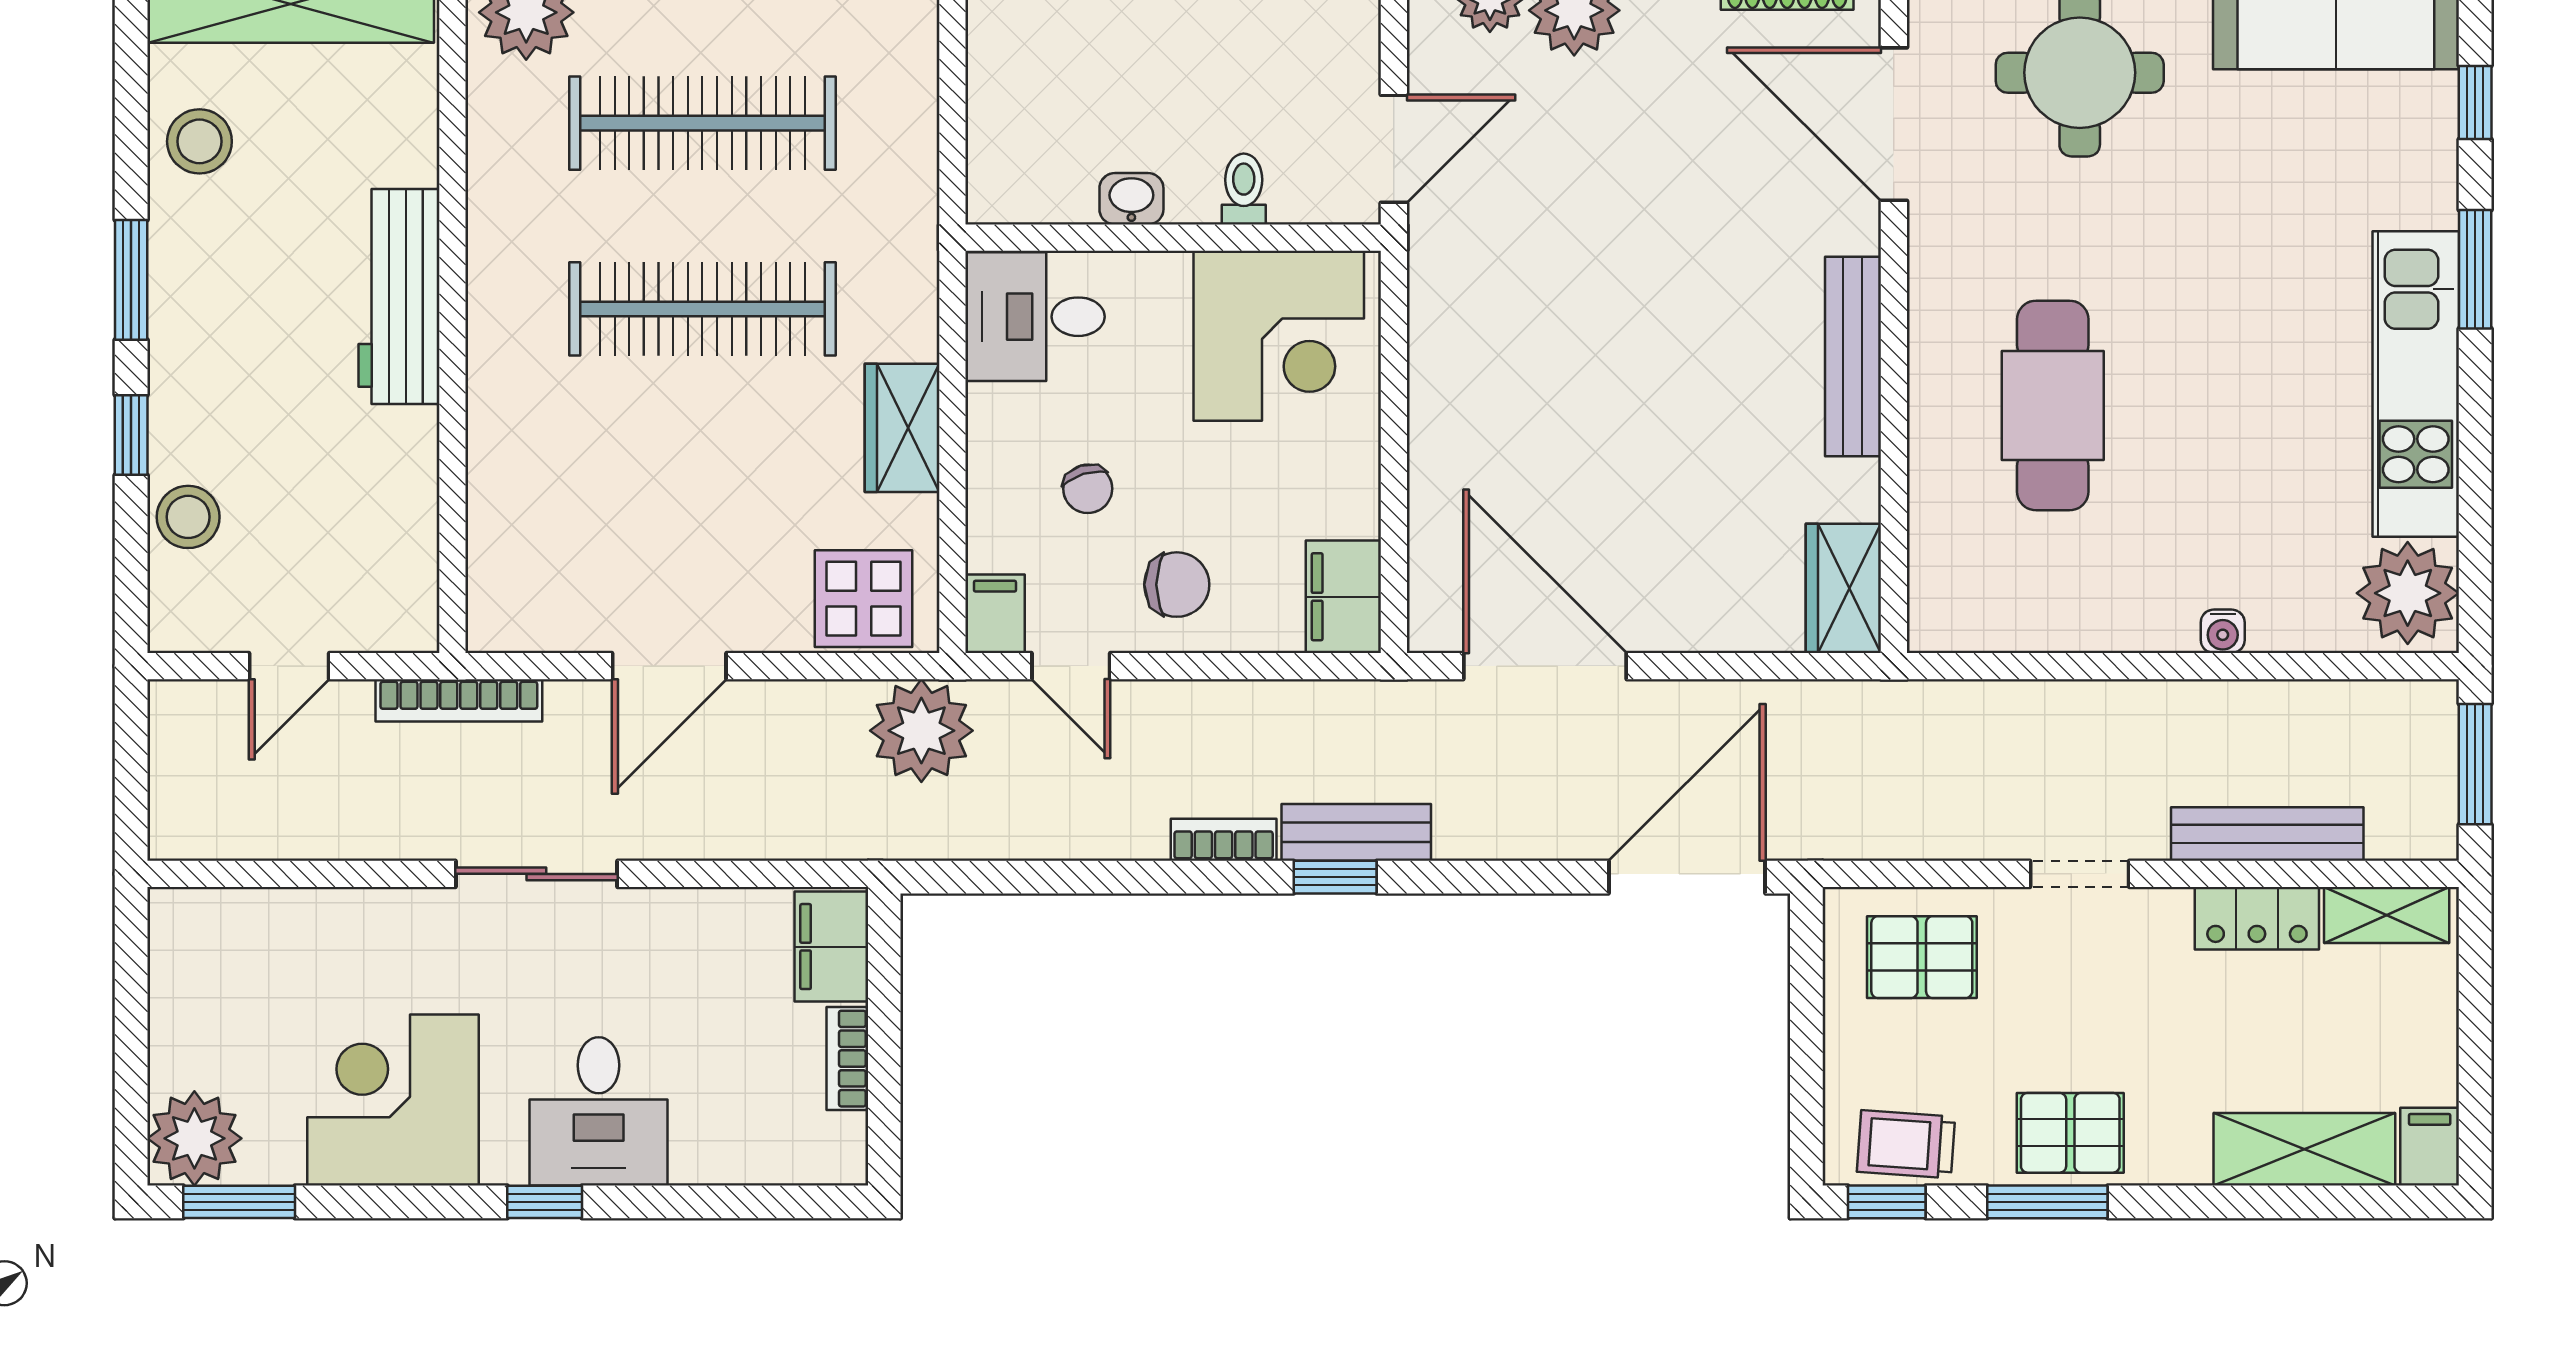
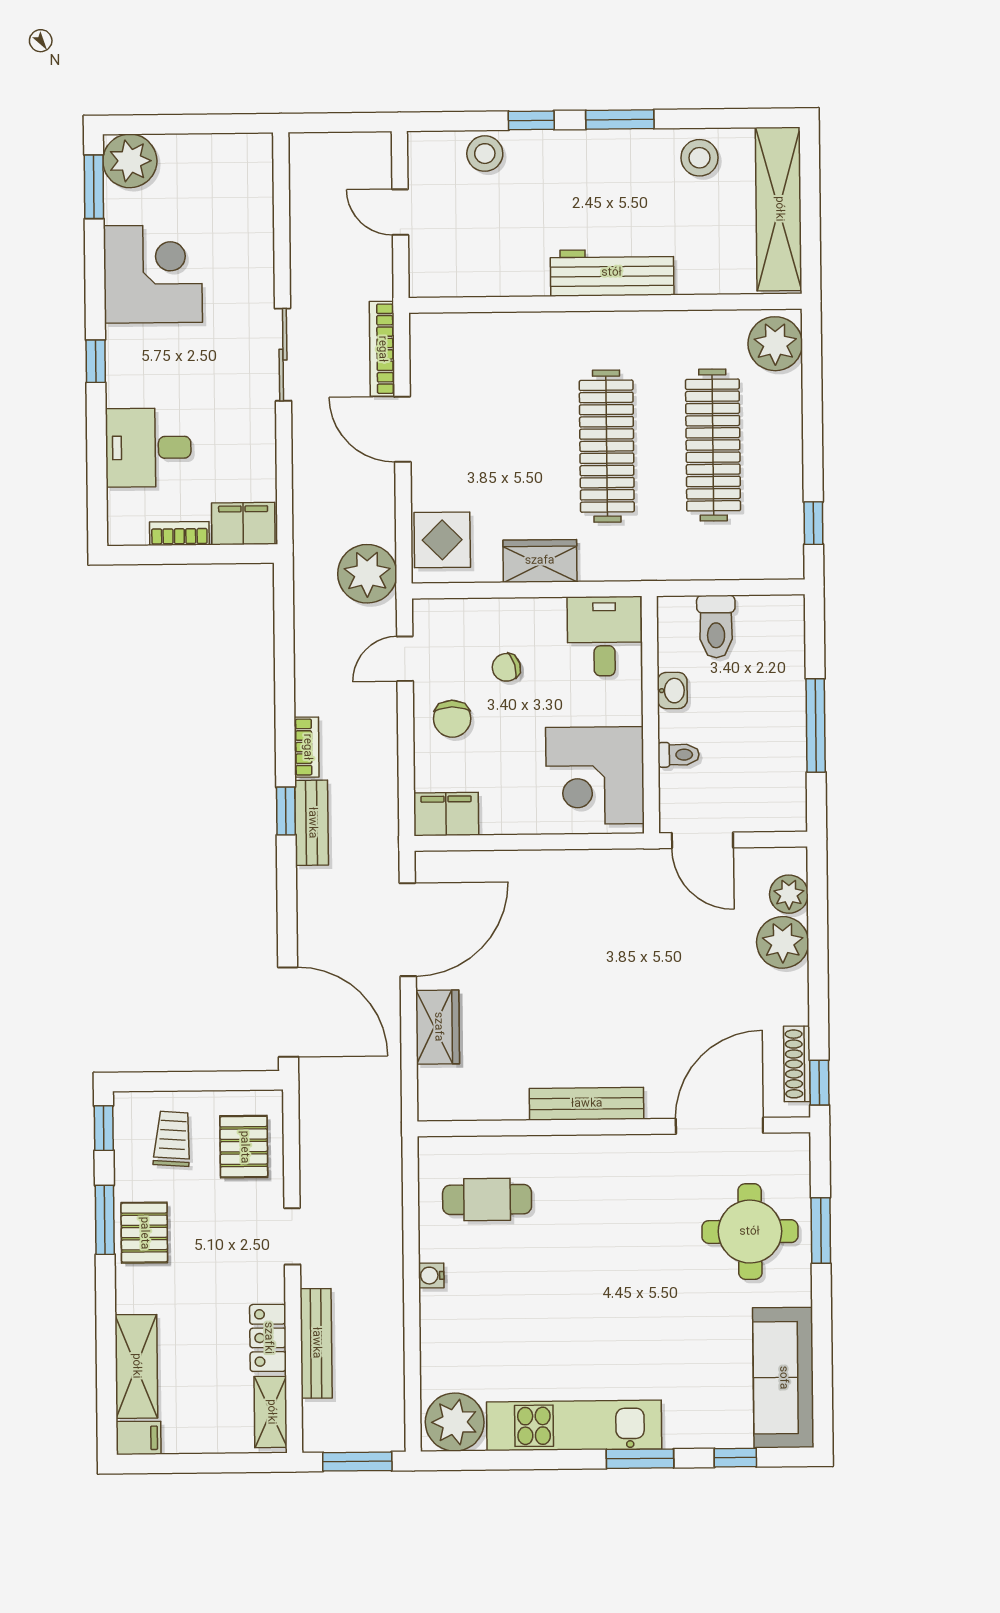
toilet: (1020, 121) -> (716, 627), added
cafe table: (2053, 405) -> (487, 1200), moved, width x0.73, depth x0.74
wardrobe: (1843, 588) -> (438, 1027), moved, turned 90
filing cabinet: (995, 614) -> (434, 615), removed
water cooler: (2223, 631) -> (431, 1276), moved
bookcase: (459, 700) -> (382, 349), moved
desk: (599, 1111) -> (148, 448), moved
trolley: (1906, 1144) -> (173, 1139), moved

